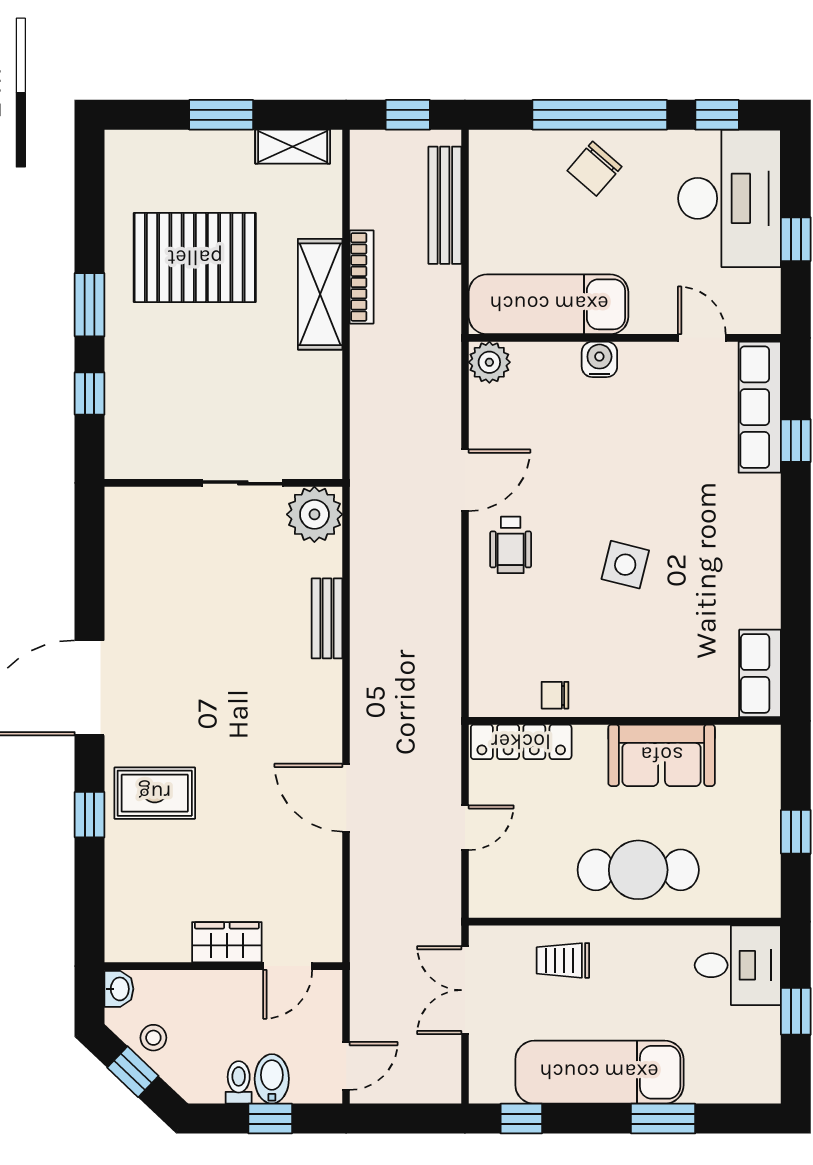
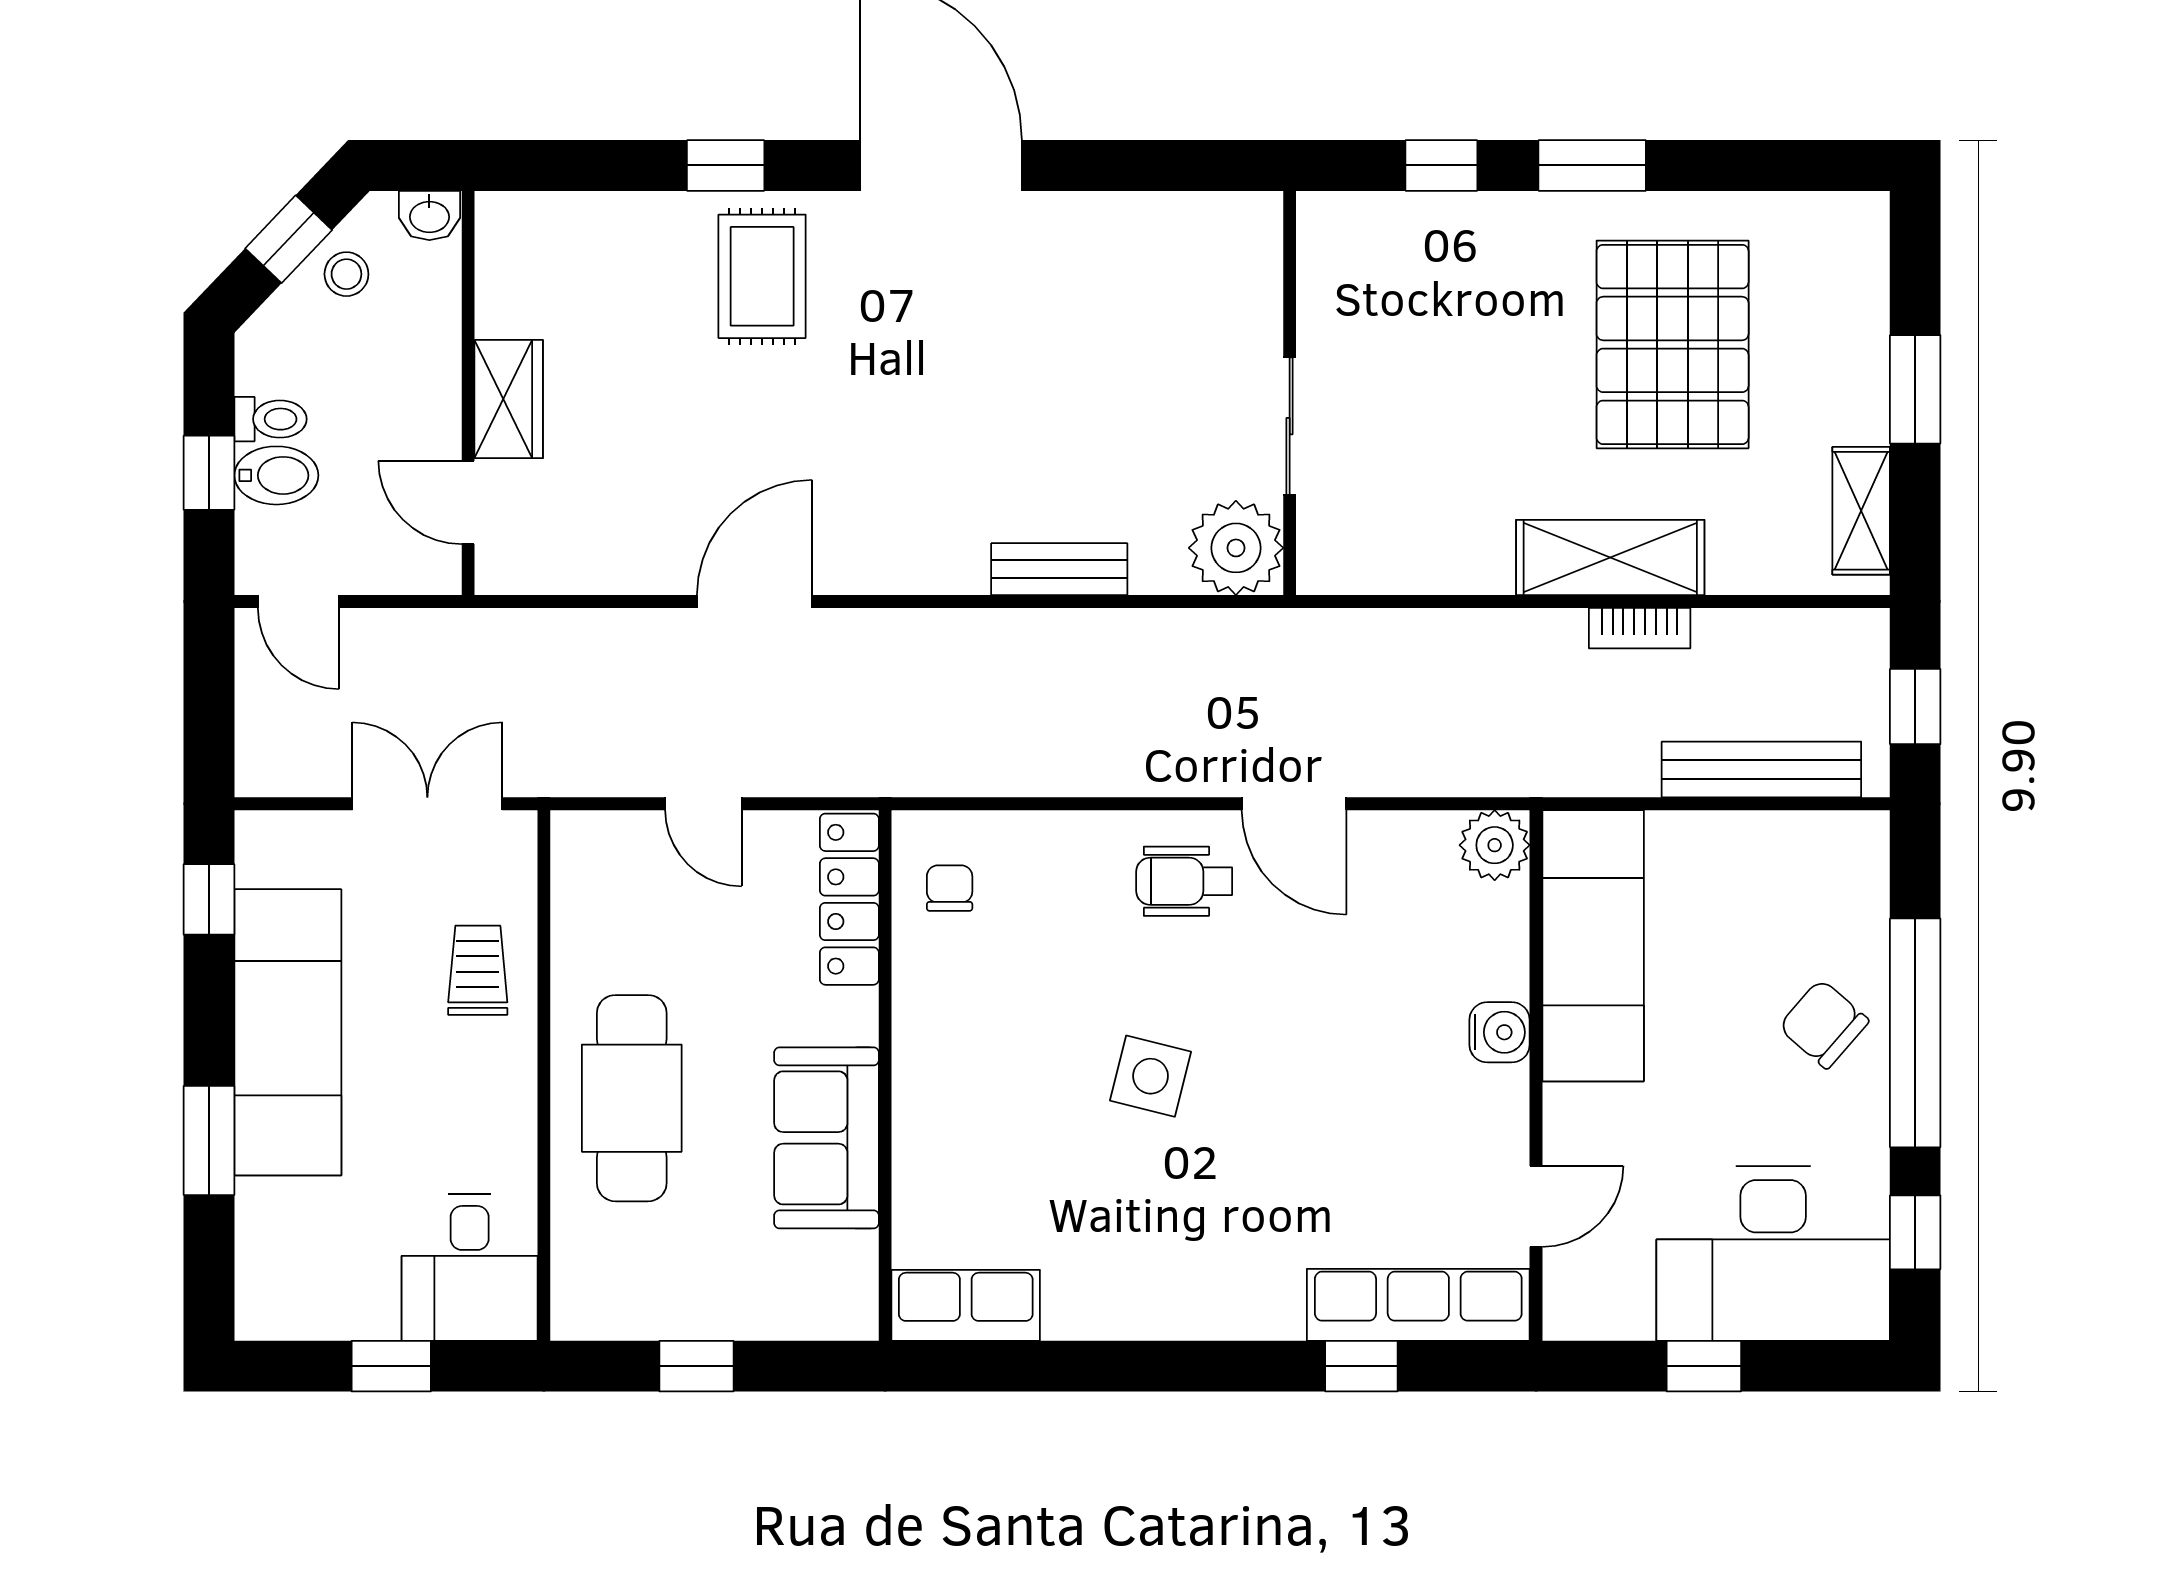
bookcase: (362, 277) -> (1640, 628), width x0.64
chair: (555, 695) -> (950, 888), moved

